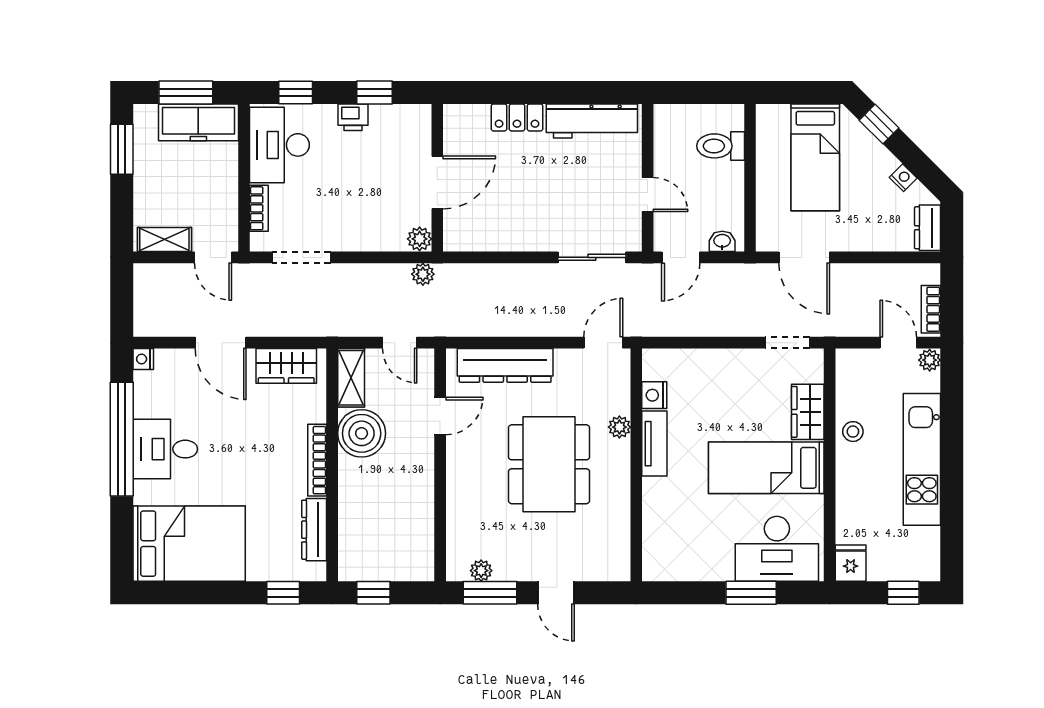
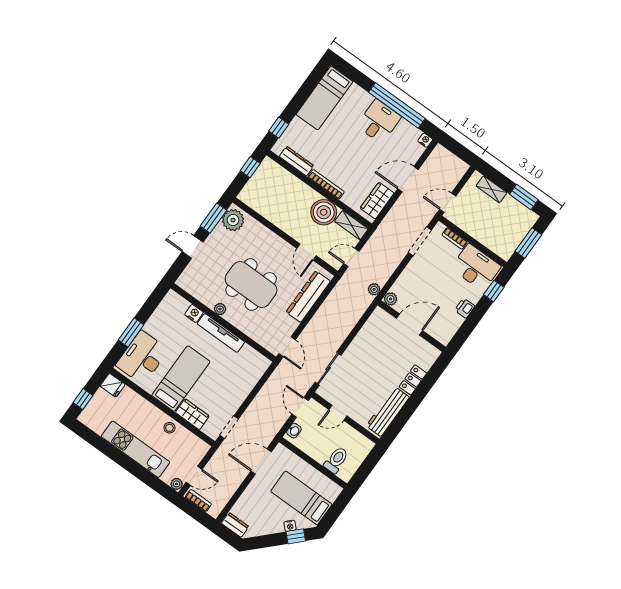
window: (374, 92) -> (469, 325), removed
freezer: (198, 122) -> (511, 239), removed
nightstand: (903, 178) -> (290, 526), moved
door: (437, 182) -> (410, 325), swing flipped
shelving: (164, 240) -> (491, 189), moved, turned 90
nightstand: (654, 395) -> (194, 313), moved
plant: (619, 427) -> (220, 309), moved
tv unit: (654, 444) -> (221, 333), width x1.41
bed: (189, 544) -> (324, 98), width x0.67
plant: (481, 571) -> (233, 220), width x1.87, depth x1.87

